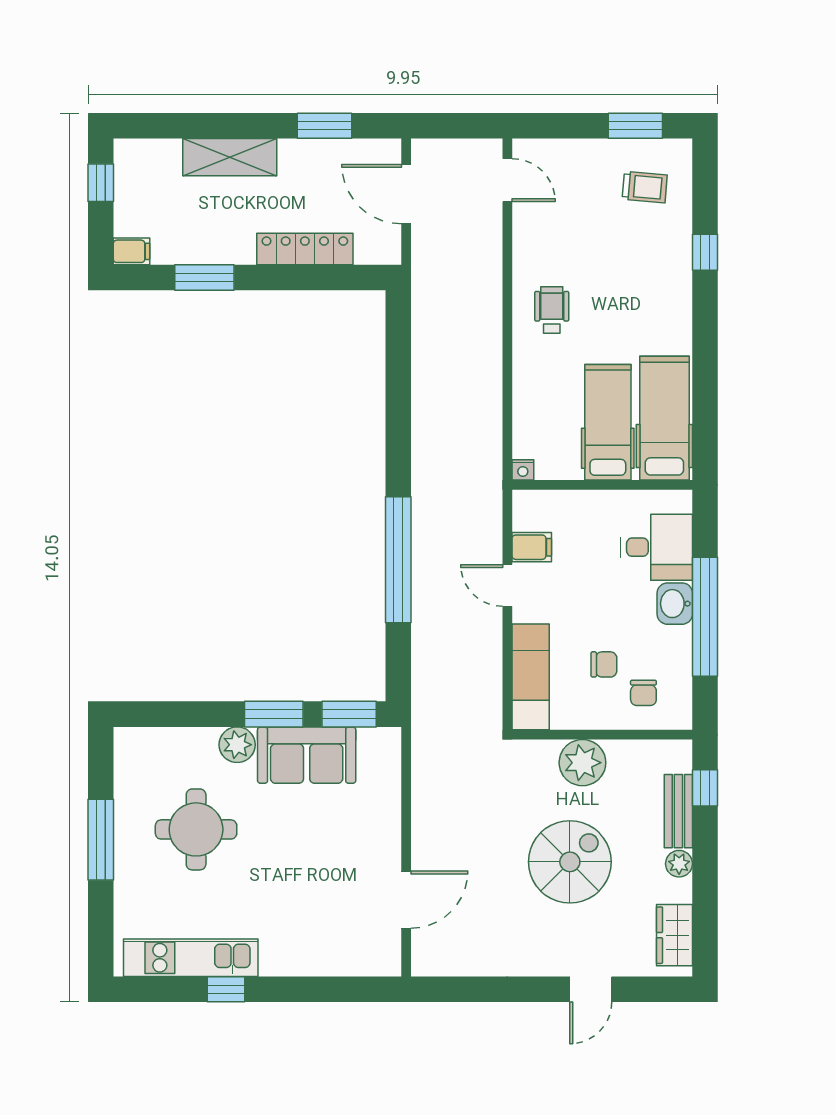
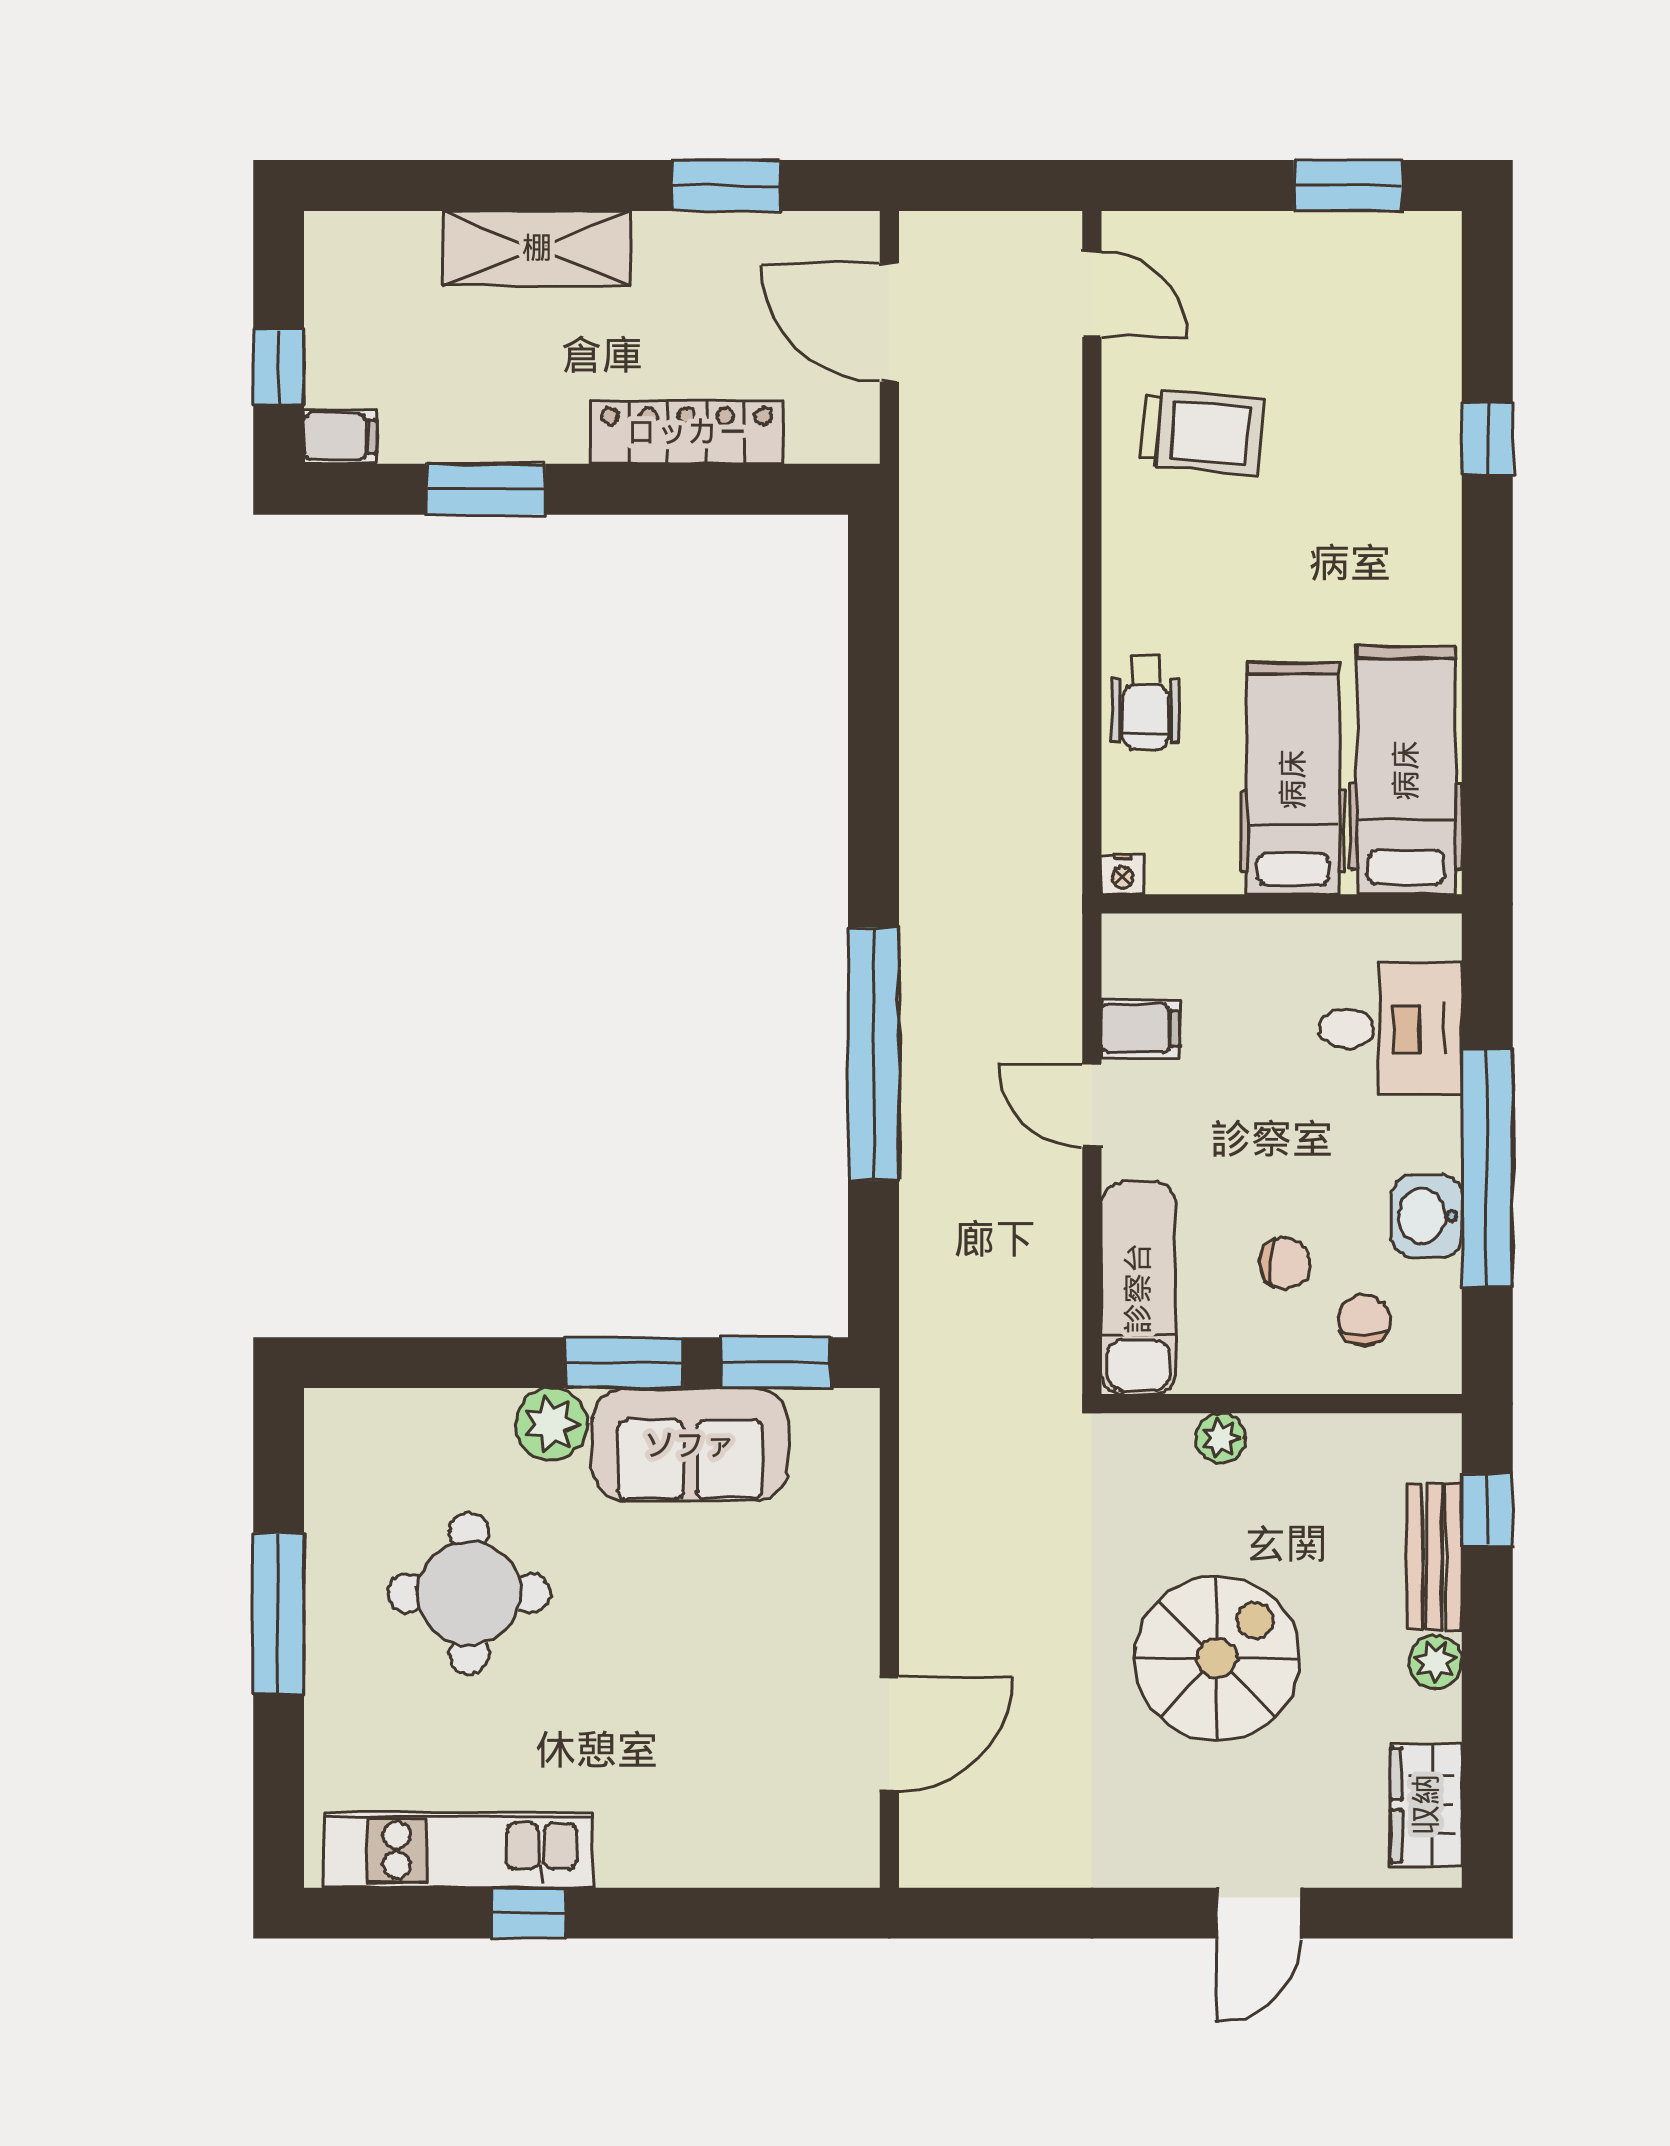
window: (101, 183) -> (279, 367), moved
trolley: (645, 187) -> (1202, 432), moved, width x1.36, depth x1.39
wheelchair: (552, 310) -> (1145, 703), moved, turned 180
washbasin: (675, 604) -> (1427, 1216), moved
chair: (643, 693) -> (1364, 1320), turned 180
plant: (582, 763) -> (1220, 1438), width x0.53, depth x0.53

